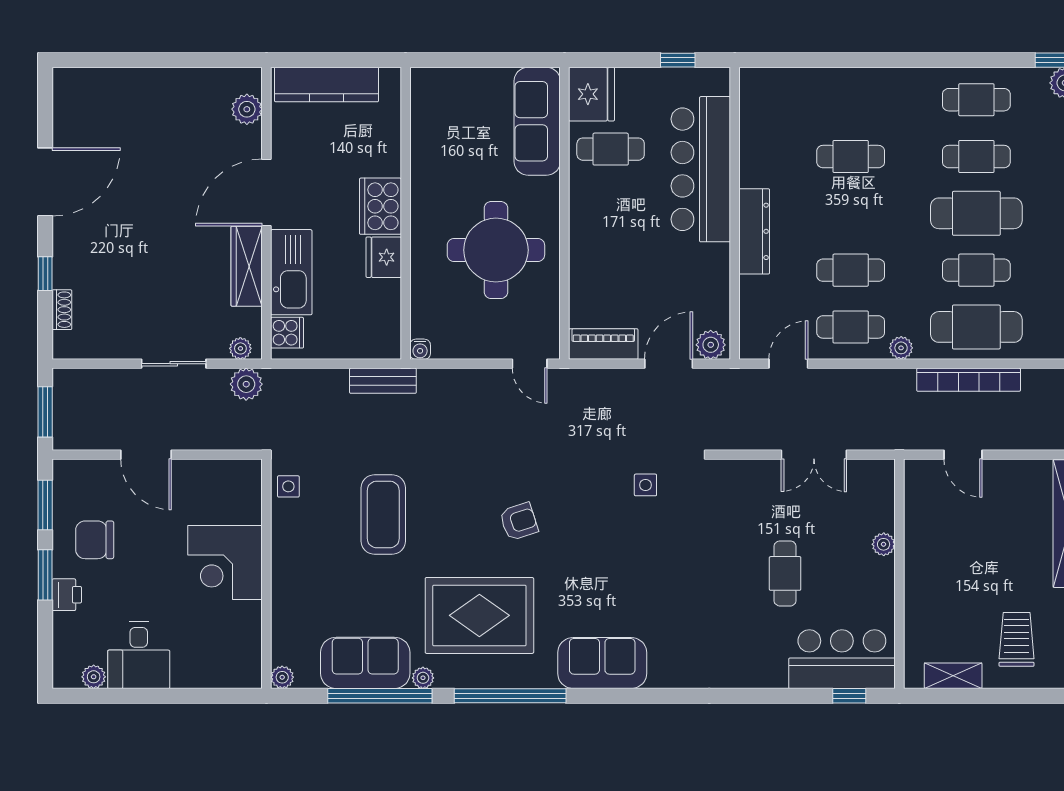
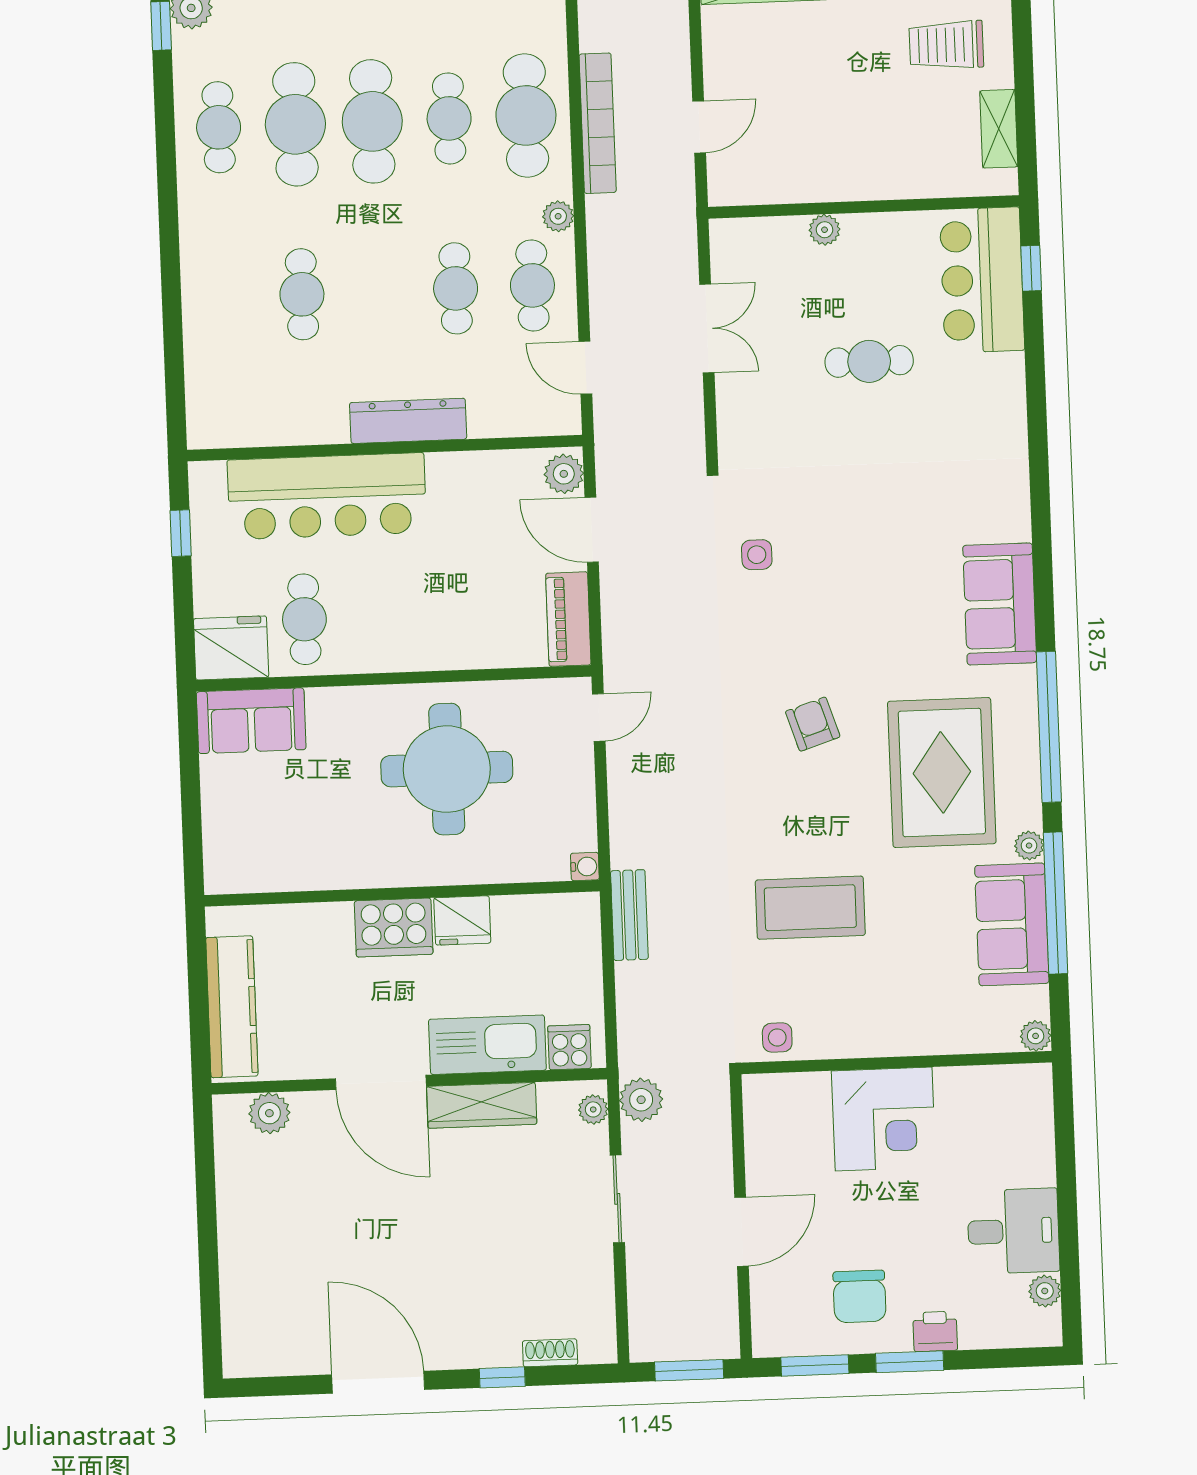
sofa: (537, 121) -> (251, 721), width x0.73
cafe table: (976, 157) -> (295, 124), width x1.37, depth x1.35

